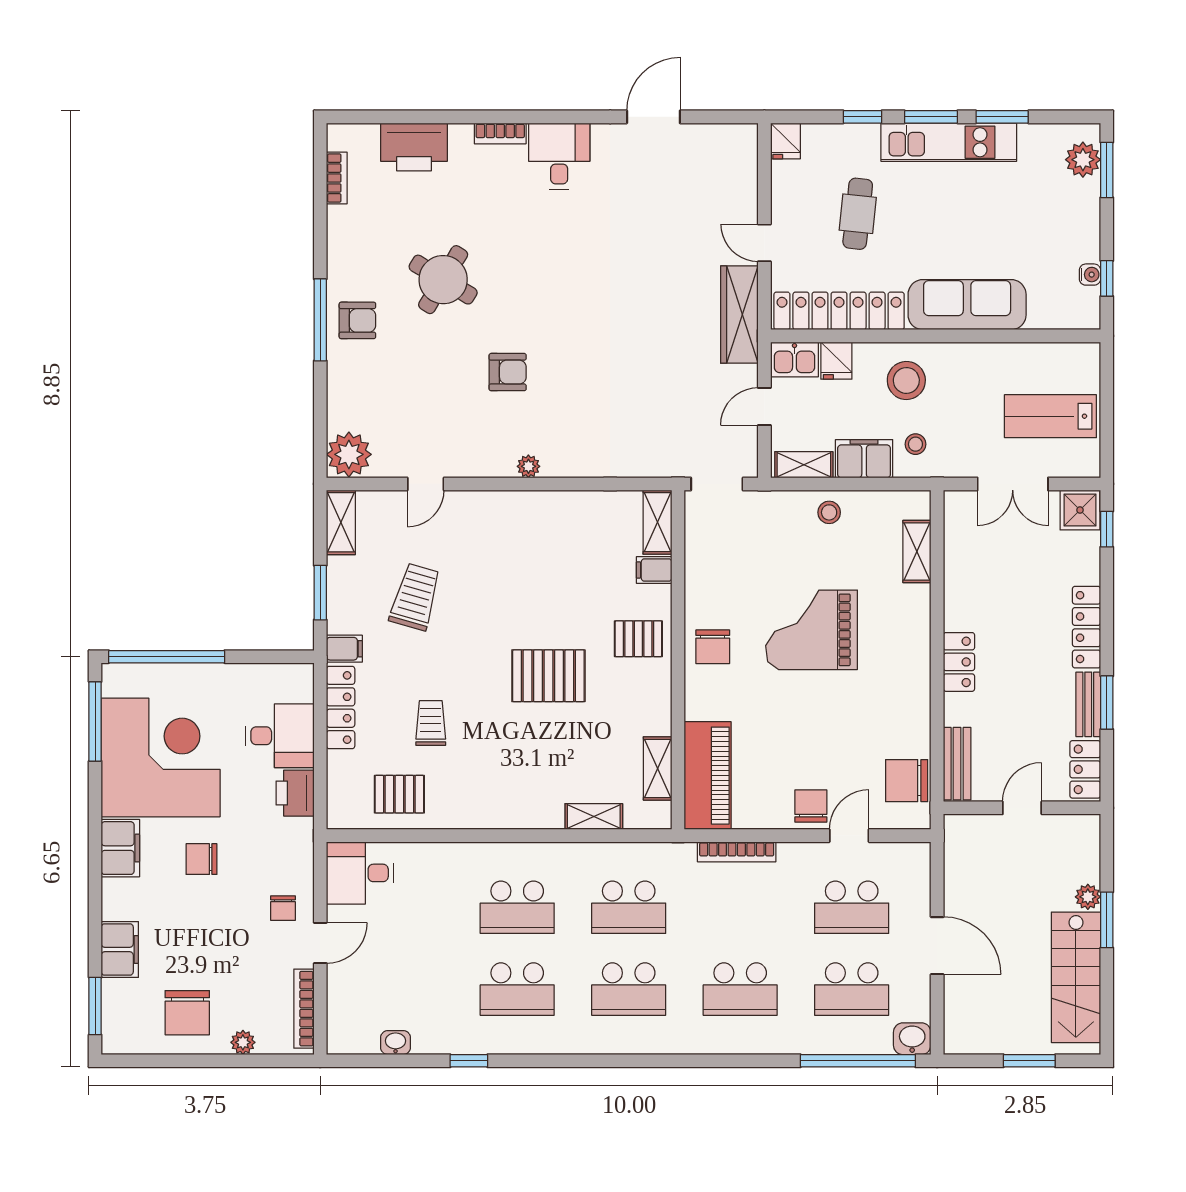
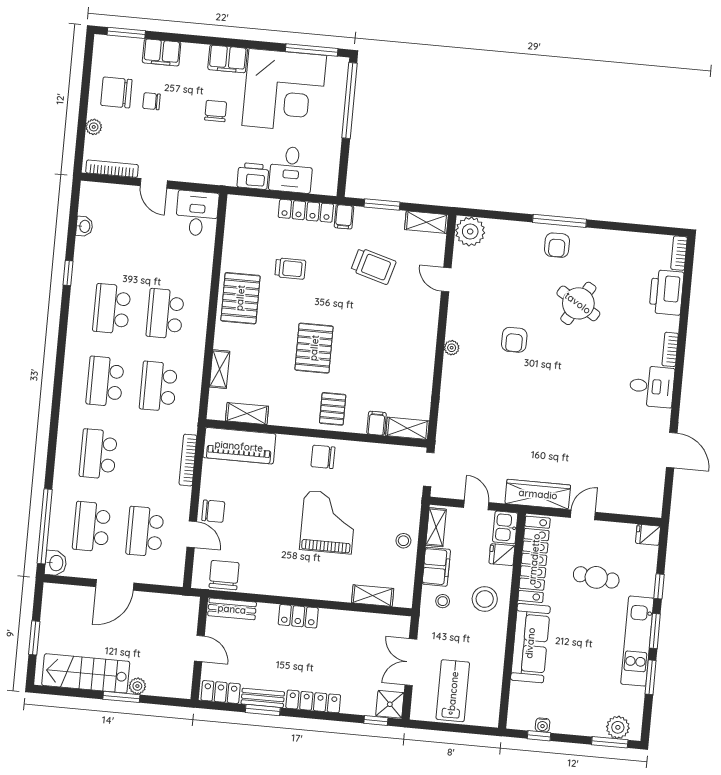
bookcase: (337, 178) -> (679, 253), moved, turned 90
pallet: (399, 794) -> (240, 298), moved, width x1.50, depth x1.42
chair: (283, 908) -> (151, 101), moved

